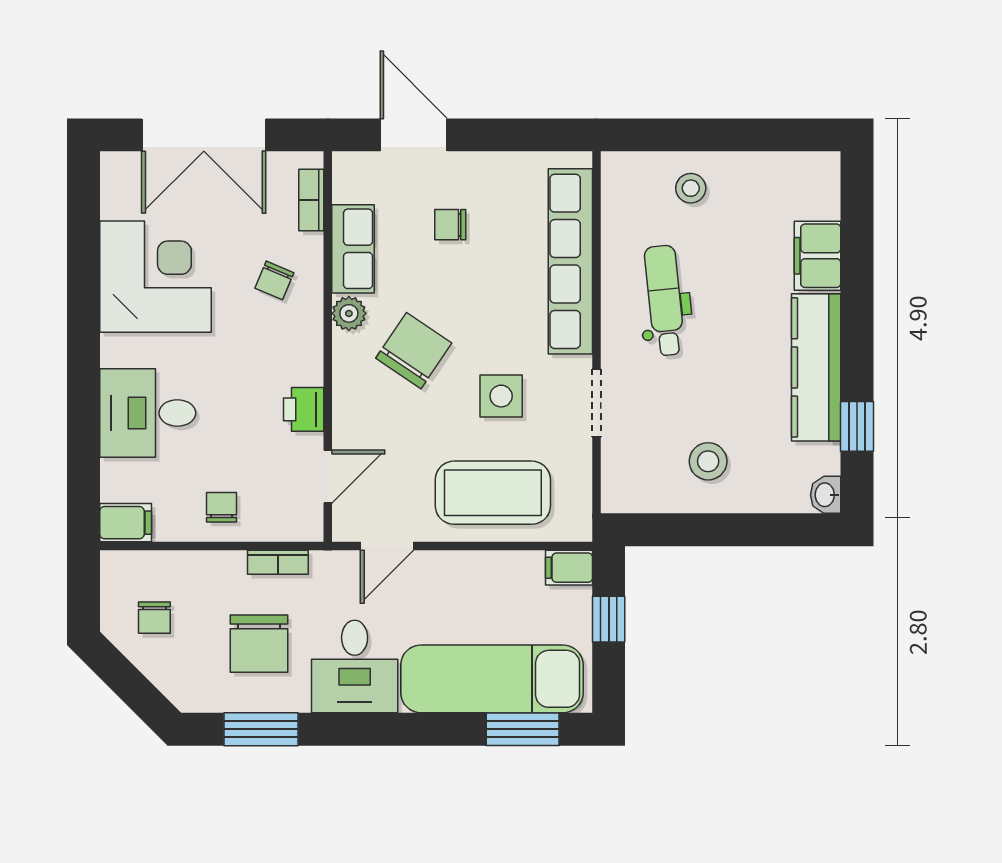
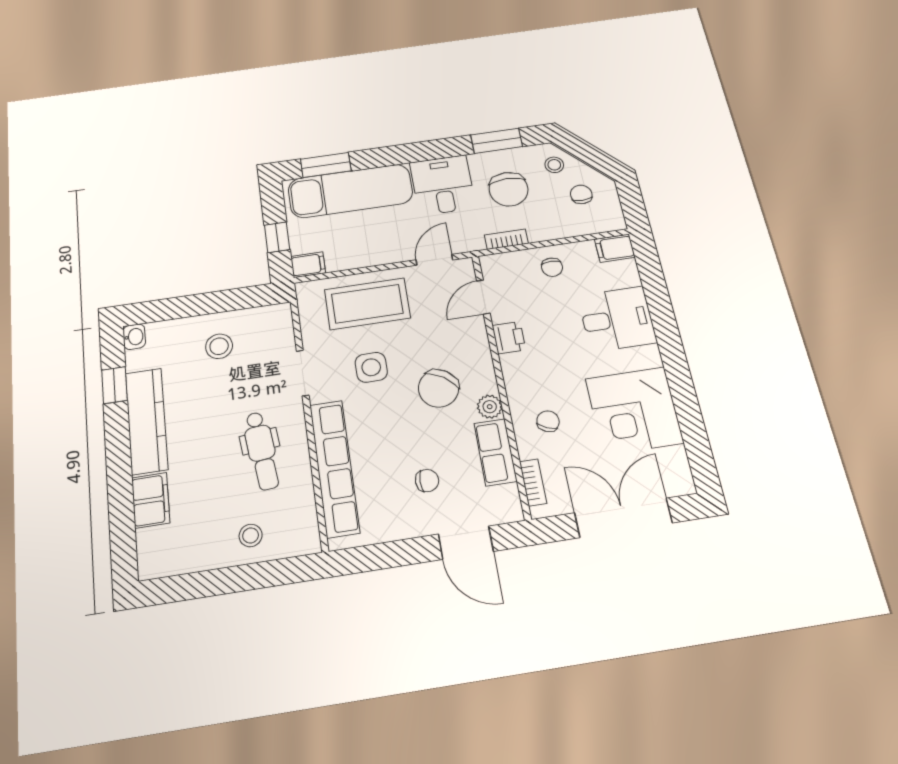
chair: (259, 644) -> (509, 189), turned 180
stool: (183, 674) -> (554, 165), added

